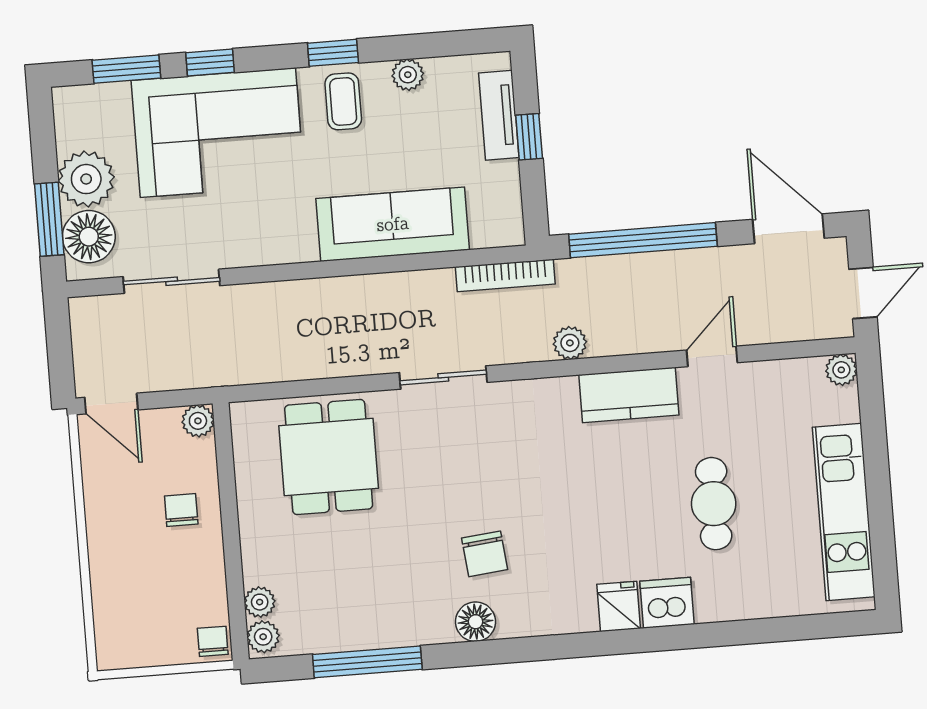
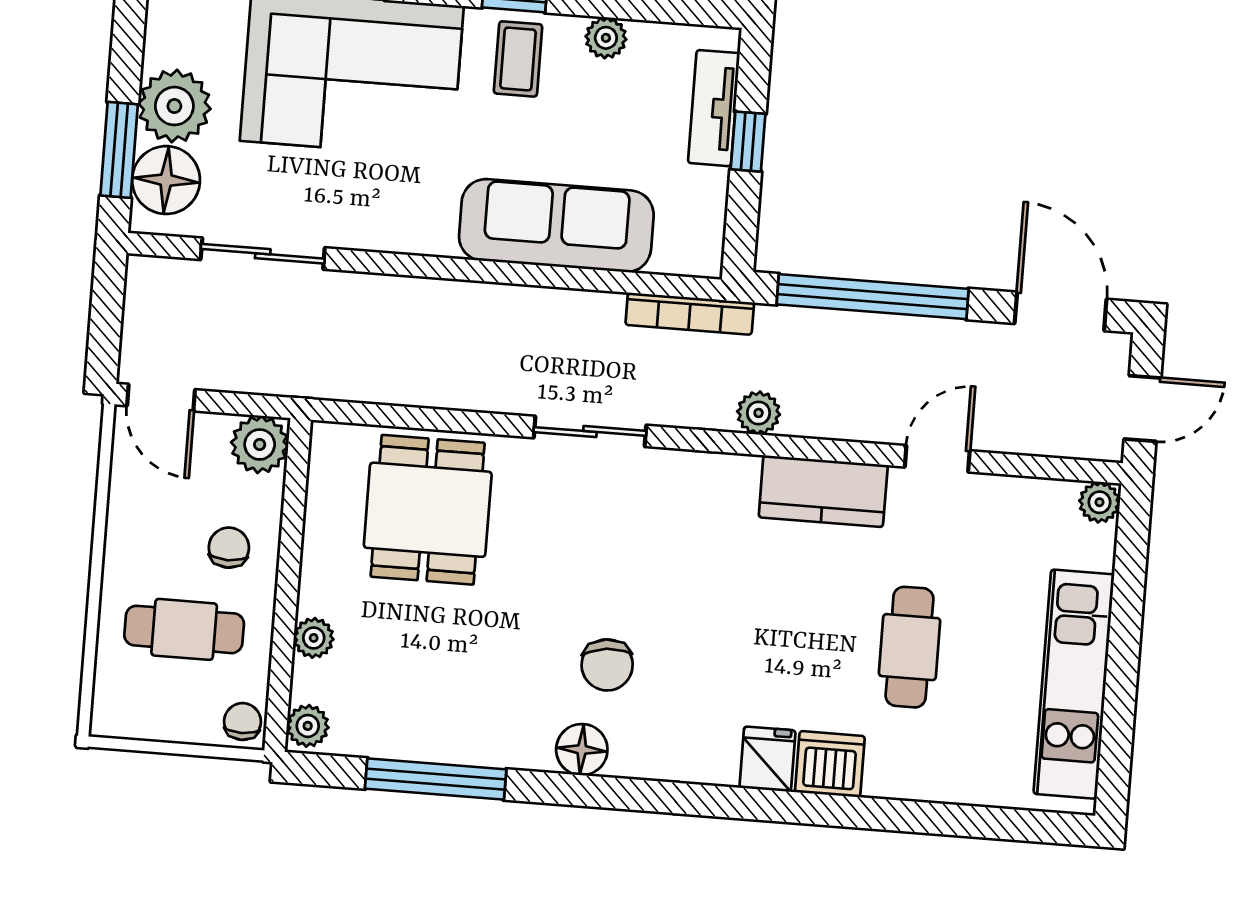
plant: (198, 421) -> (260, 444), width x1.38, depth x1.38
cafe table: (157, 578) -> (184, 629), added
plant: (260, 602) -> (314, 638), moved

